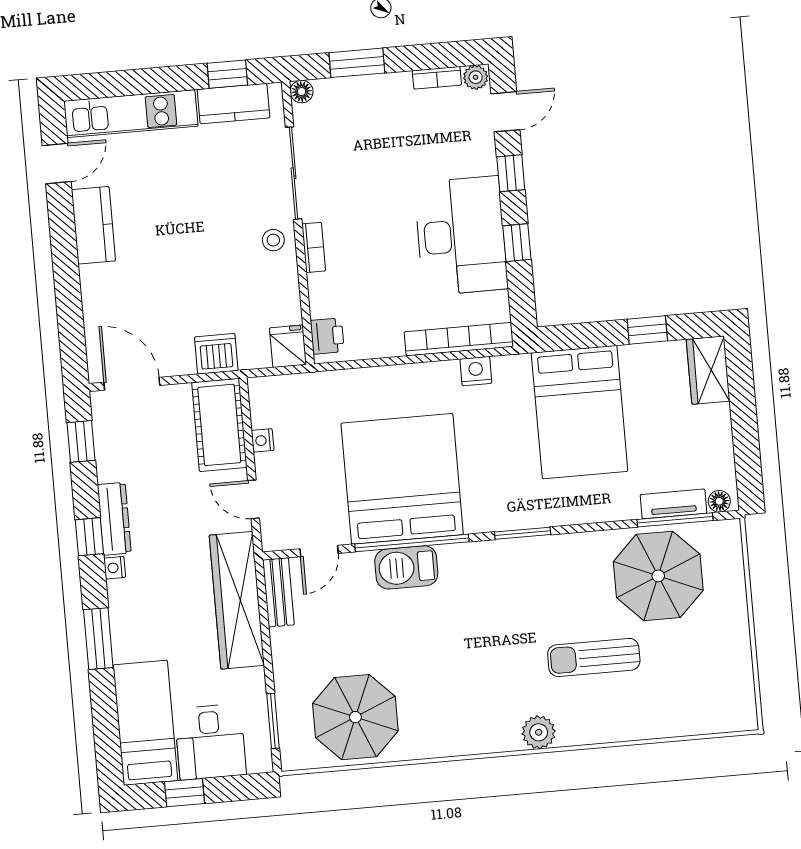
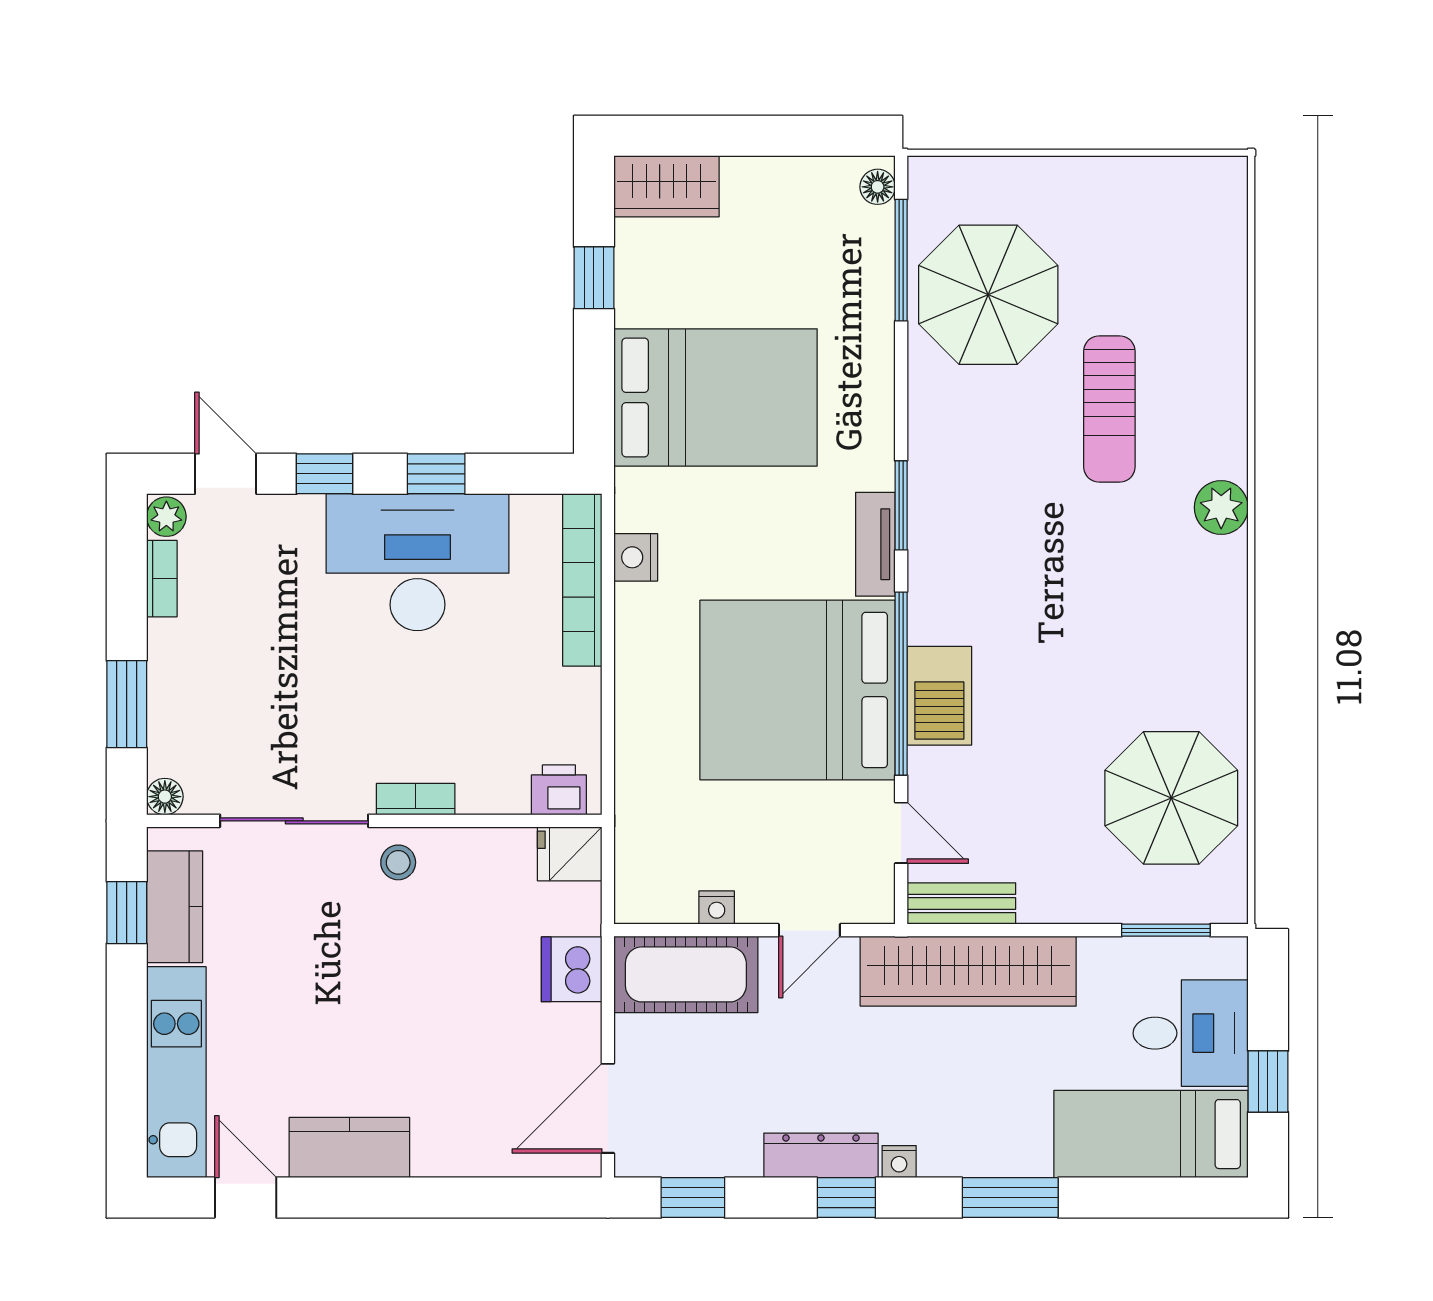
tv unit: (673, 504) -> (875, 544), moved

